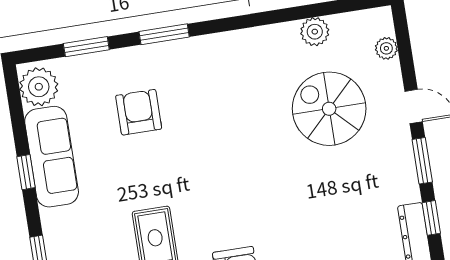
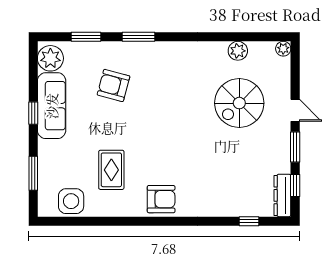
plant: (386, 48) -> (283, 49), moved
spiral stairs: (329, 109) -> (239, 103), turned -90
armchair: (139, 112) -> (114, 85), turned -75

